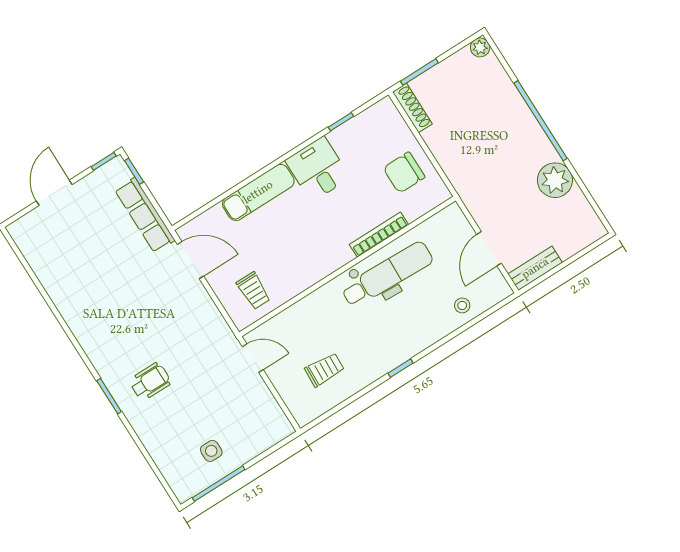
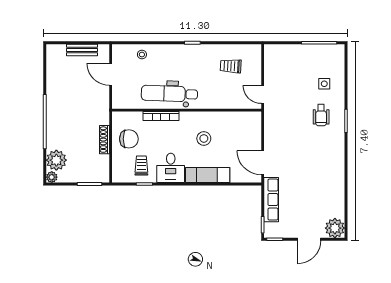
shoe rack: (412, 108) -> (104, 140), moved
plant: (555, 180) -> (56, 160), moved
plant: (28, 232) -> (335, 228), added
stool: (297, 241) -> (204, 138), added
door: (489, 249) -> (111, 74), swing flipped
bench: (535, 268) -> (82, 50), moved
trolley: (254, 291) -> (141, 166), moved
wheelchair: (150, 382) -> (321, 115), turned -90
side table: (211, 451) -> (324, 84), moved

